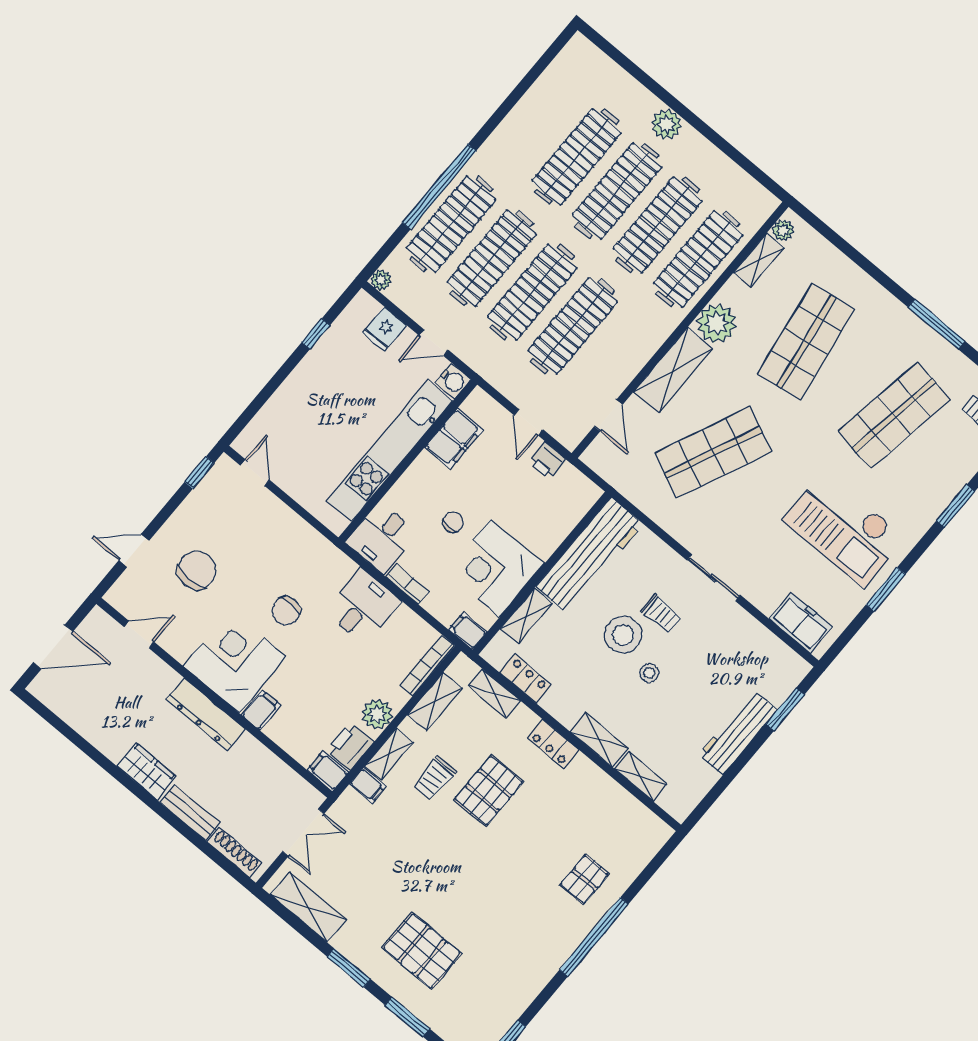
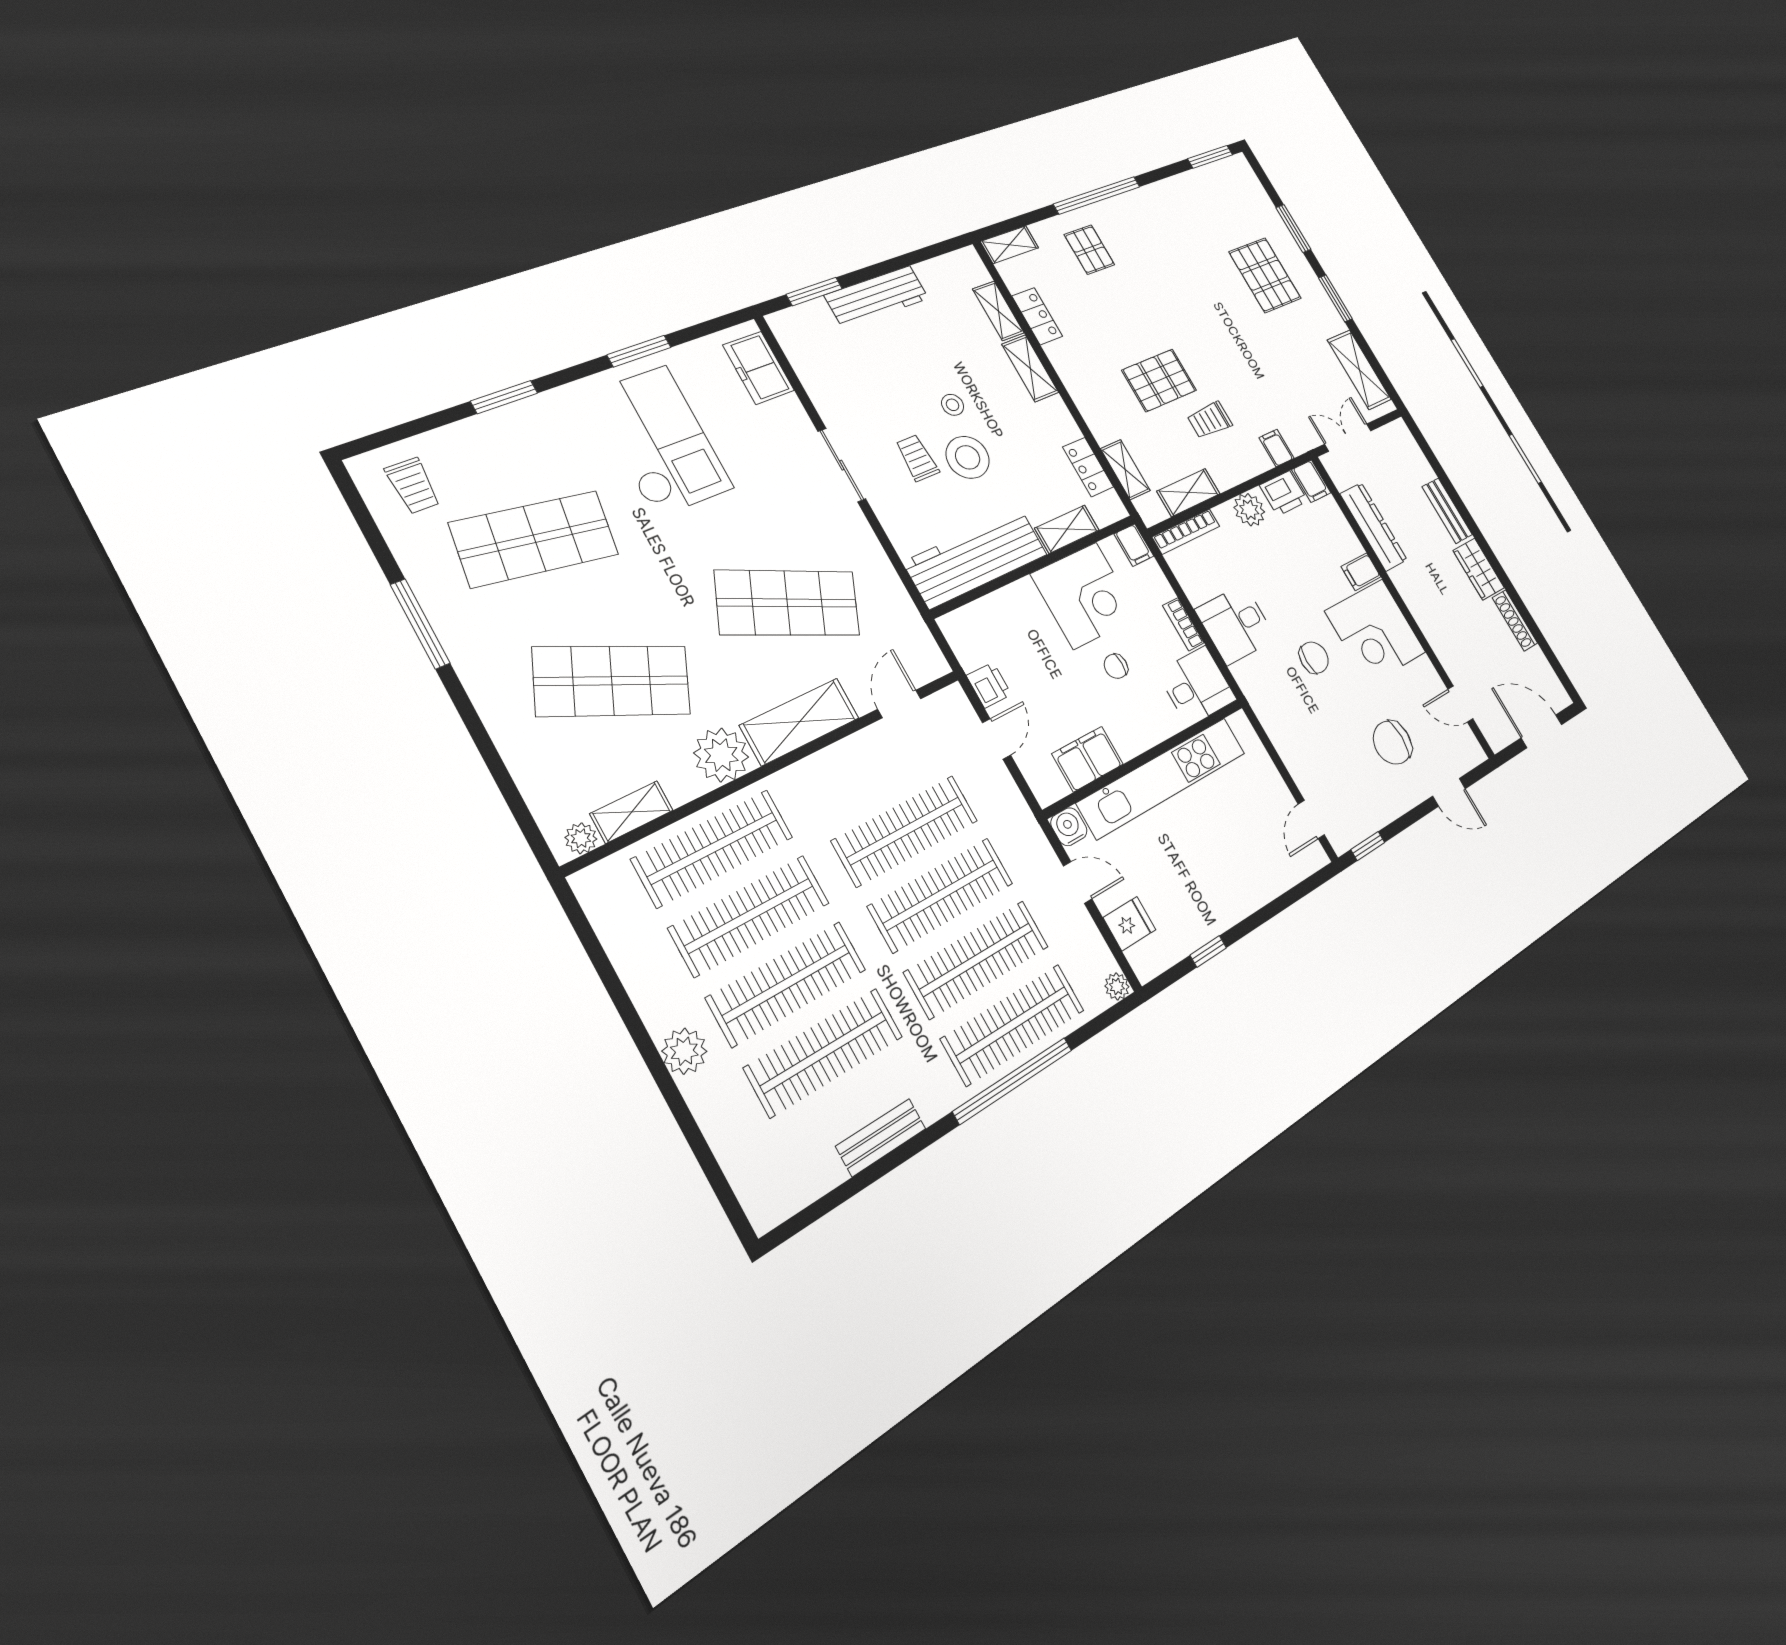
bench: (520, 117) -> (881, 1137), added
shop shelf: (806, 342) -> (612, 681), turned 33
dresser: (206, 714) -> (1373, 527), moved
locker: (553, 744) -> (1037, 316), moved
shelving: (389, 754) -> (1009, 245), moved
trolley: (435, 778) -> (1210, 420), turned 180
shoe rack: (235, 853) -> (1515, 620), moved
pallet: (584, 879) -> (1089, 250), turned 90

